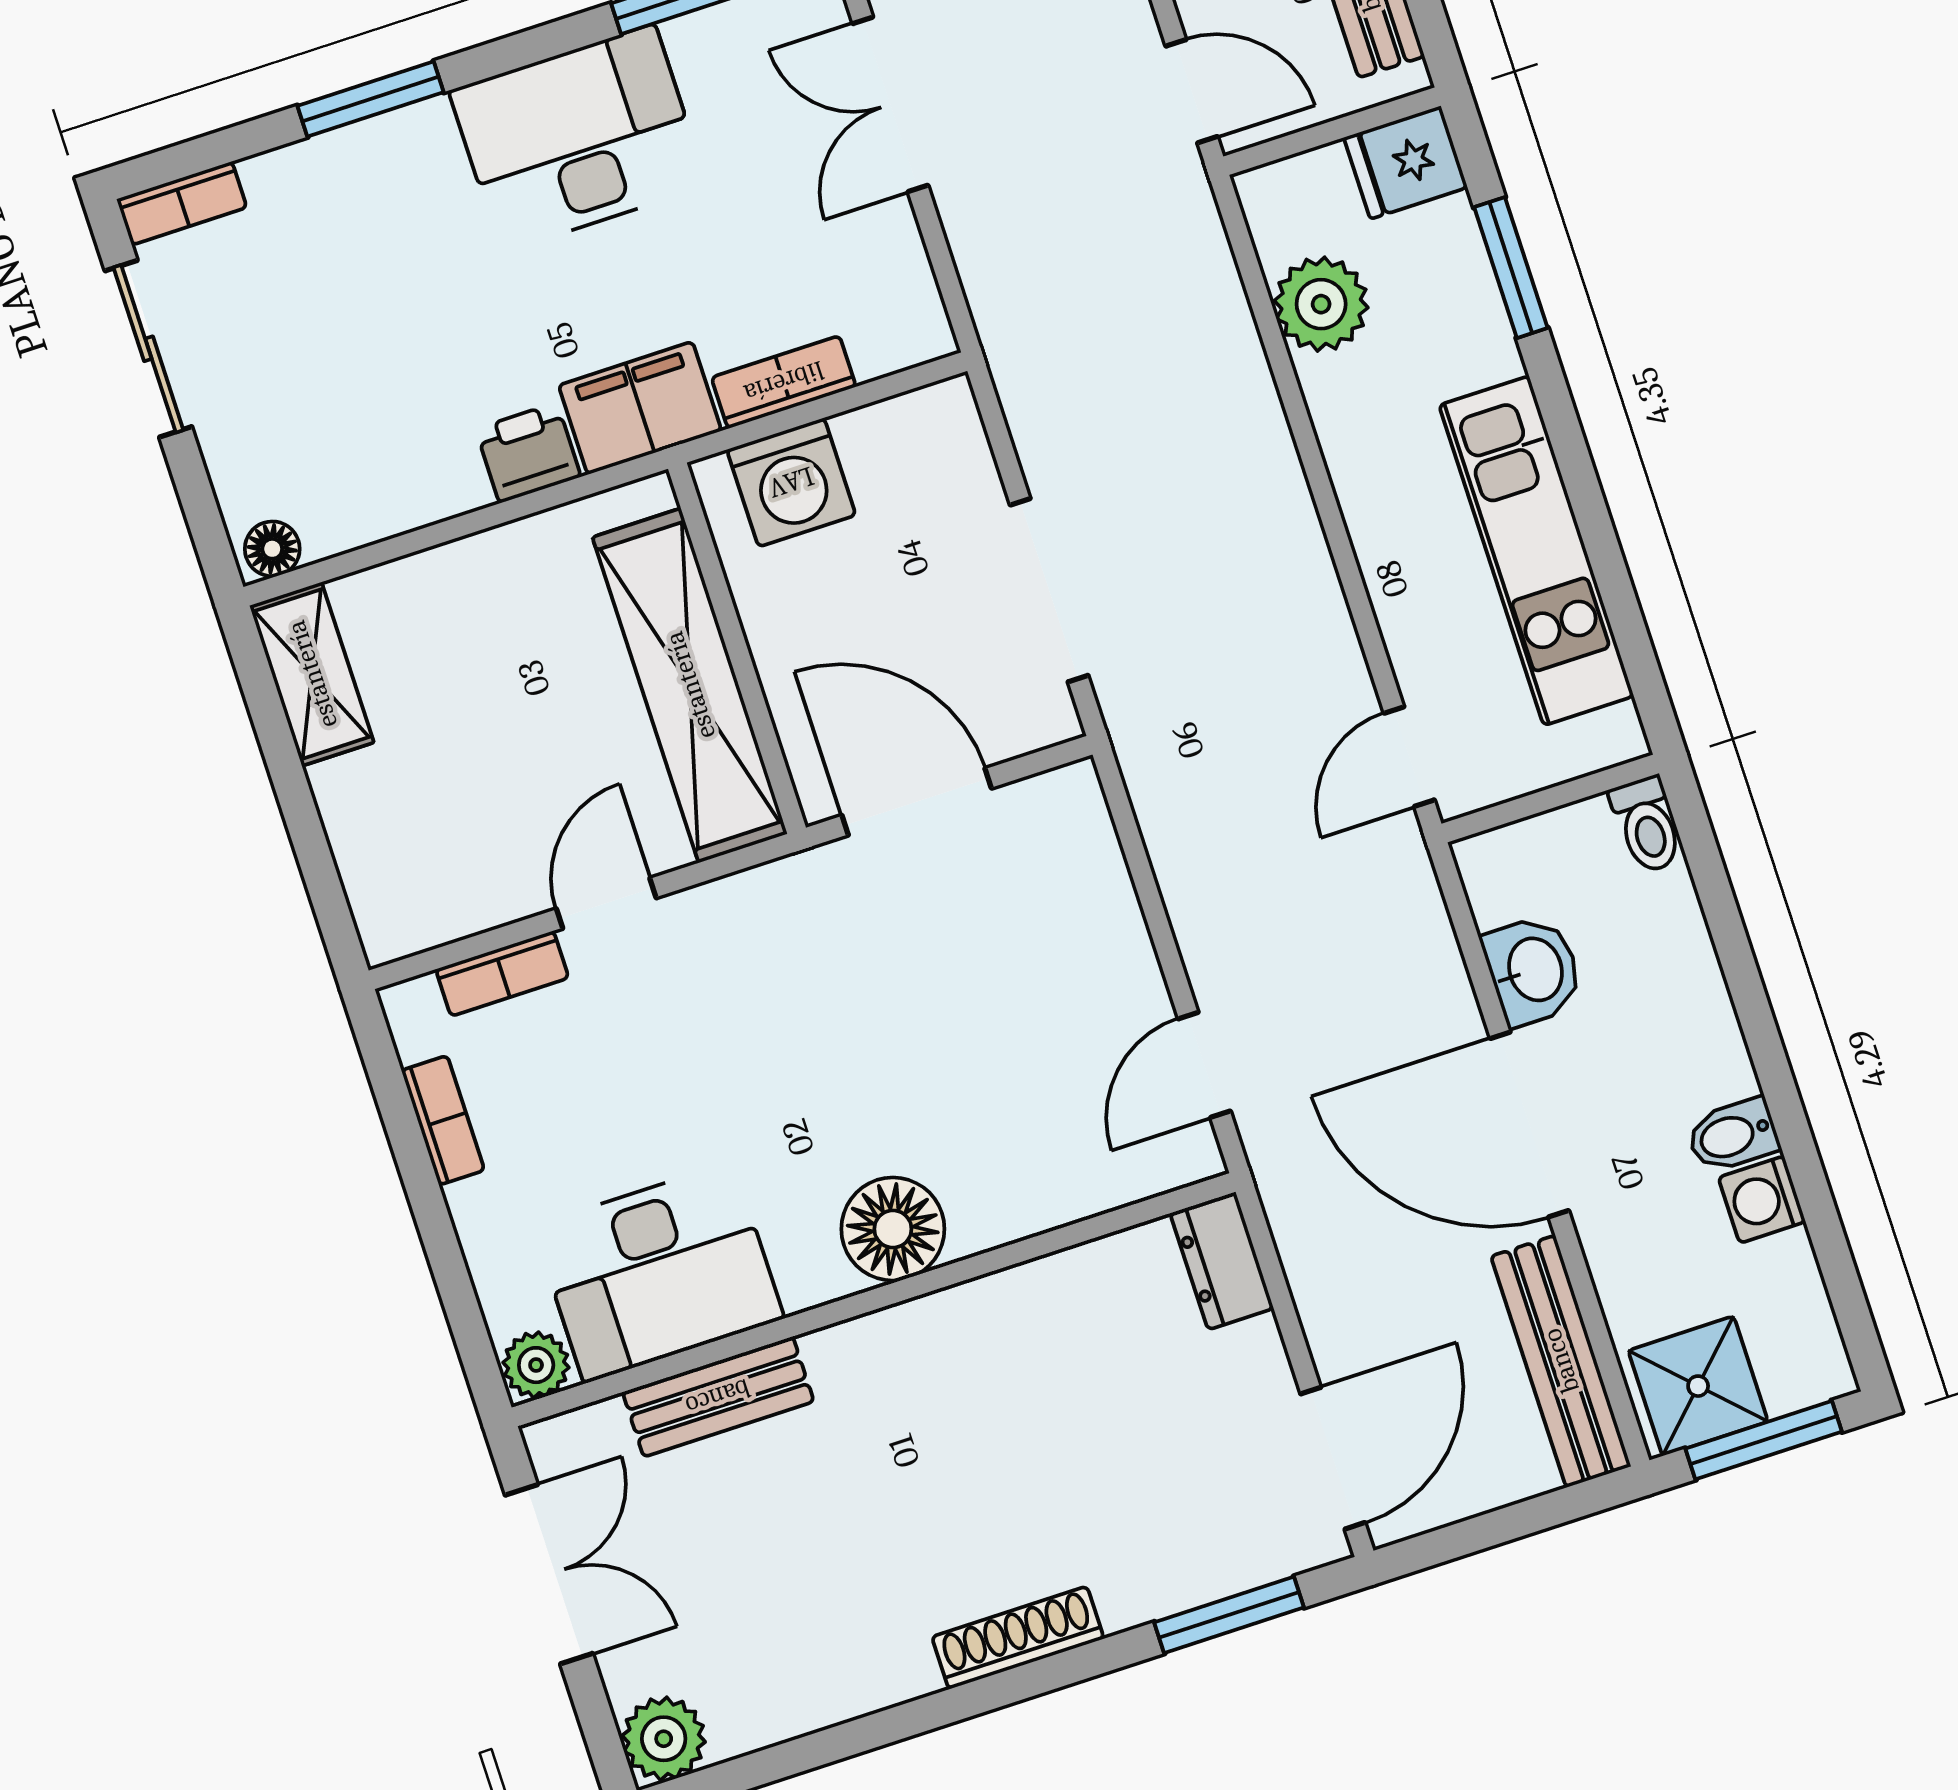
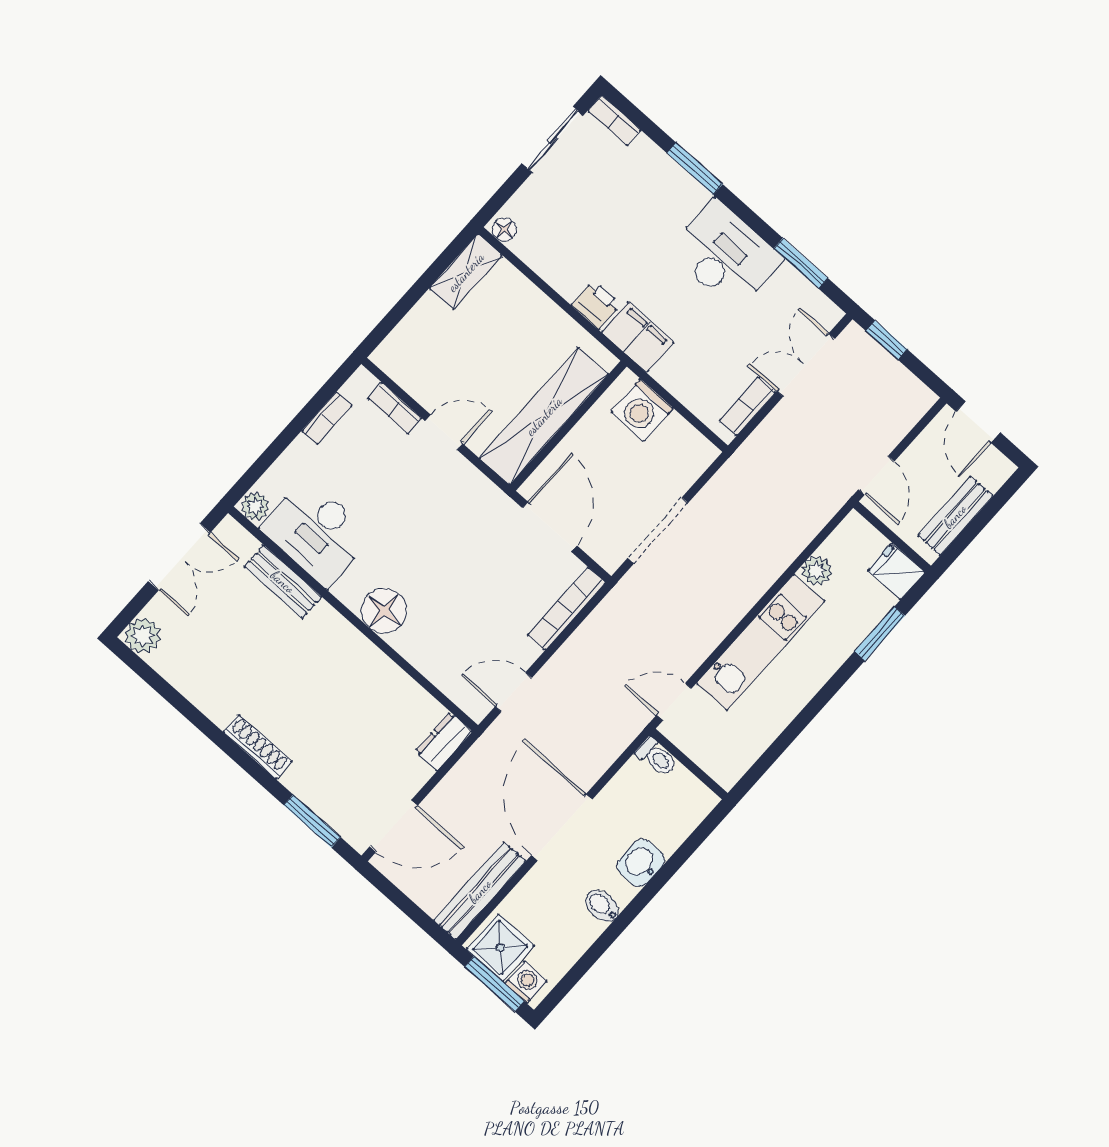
plant: (1321, 304) -> (817, 571), width x0.73, depth x0.73
bookcase: (784, 382) -> (747, 406), moved, turned -90
kitchen unit: (1536, 551) -> (760, 642), moved, turned 180
toilet: (1647, 825) -> (657, 757), moved, turned -90
bookcase: (1100, 863) -> (567, 609), added
washbasin: (1533, 970) -> (641, 863), moved, turned 180
washing machine: (1762, 1200) -> (526, 982), moved, turned 90

